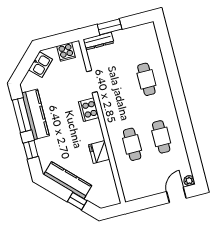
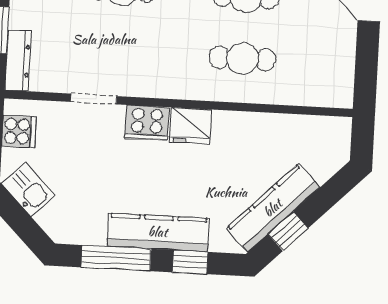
kitchen counter: (35, 114) -> (158, 232), moved
fridge: (99, 152) -> (191, 126), moved
window: (77, 201) -> (288, 231), moved

